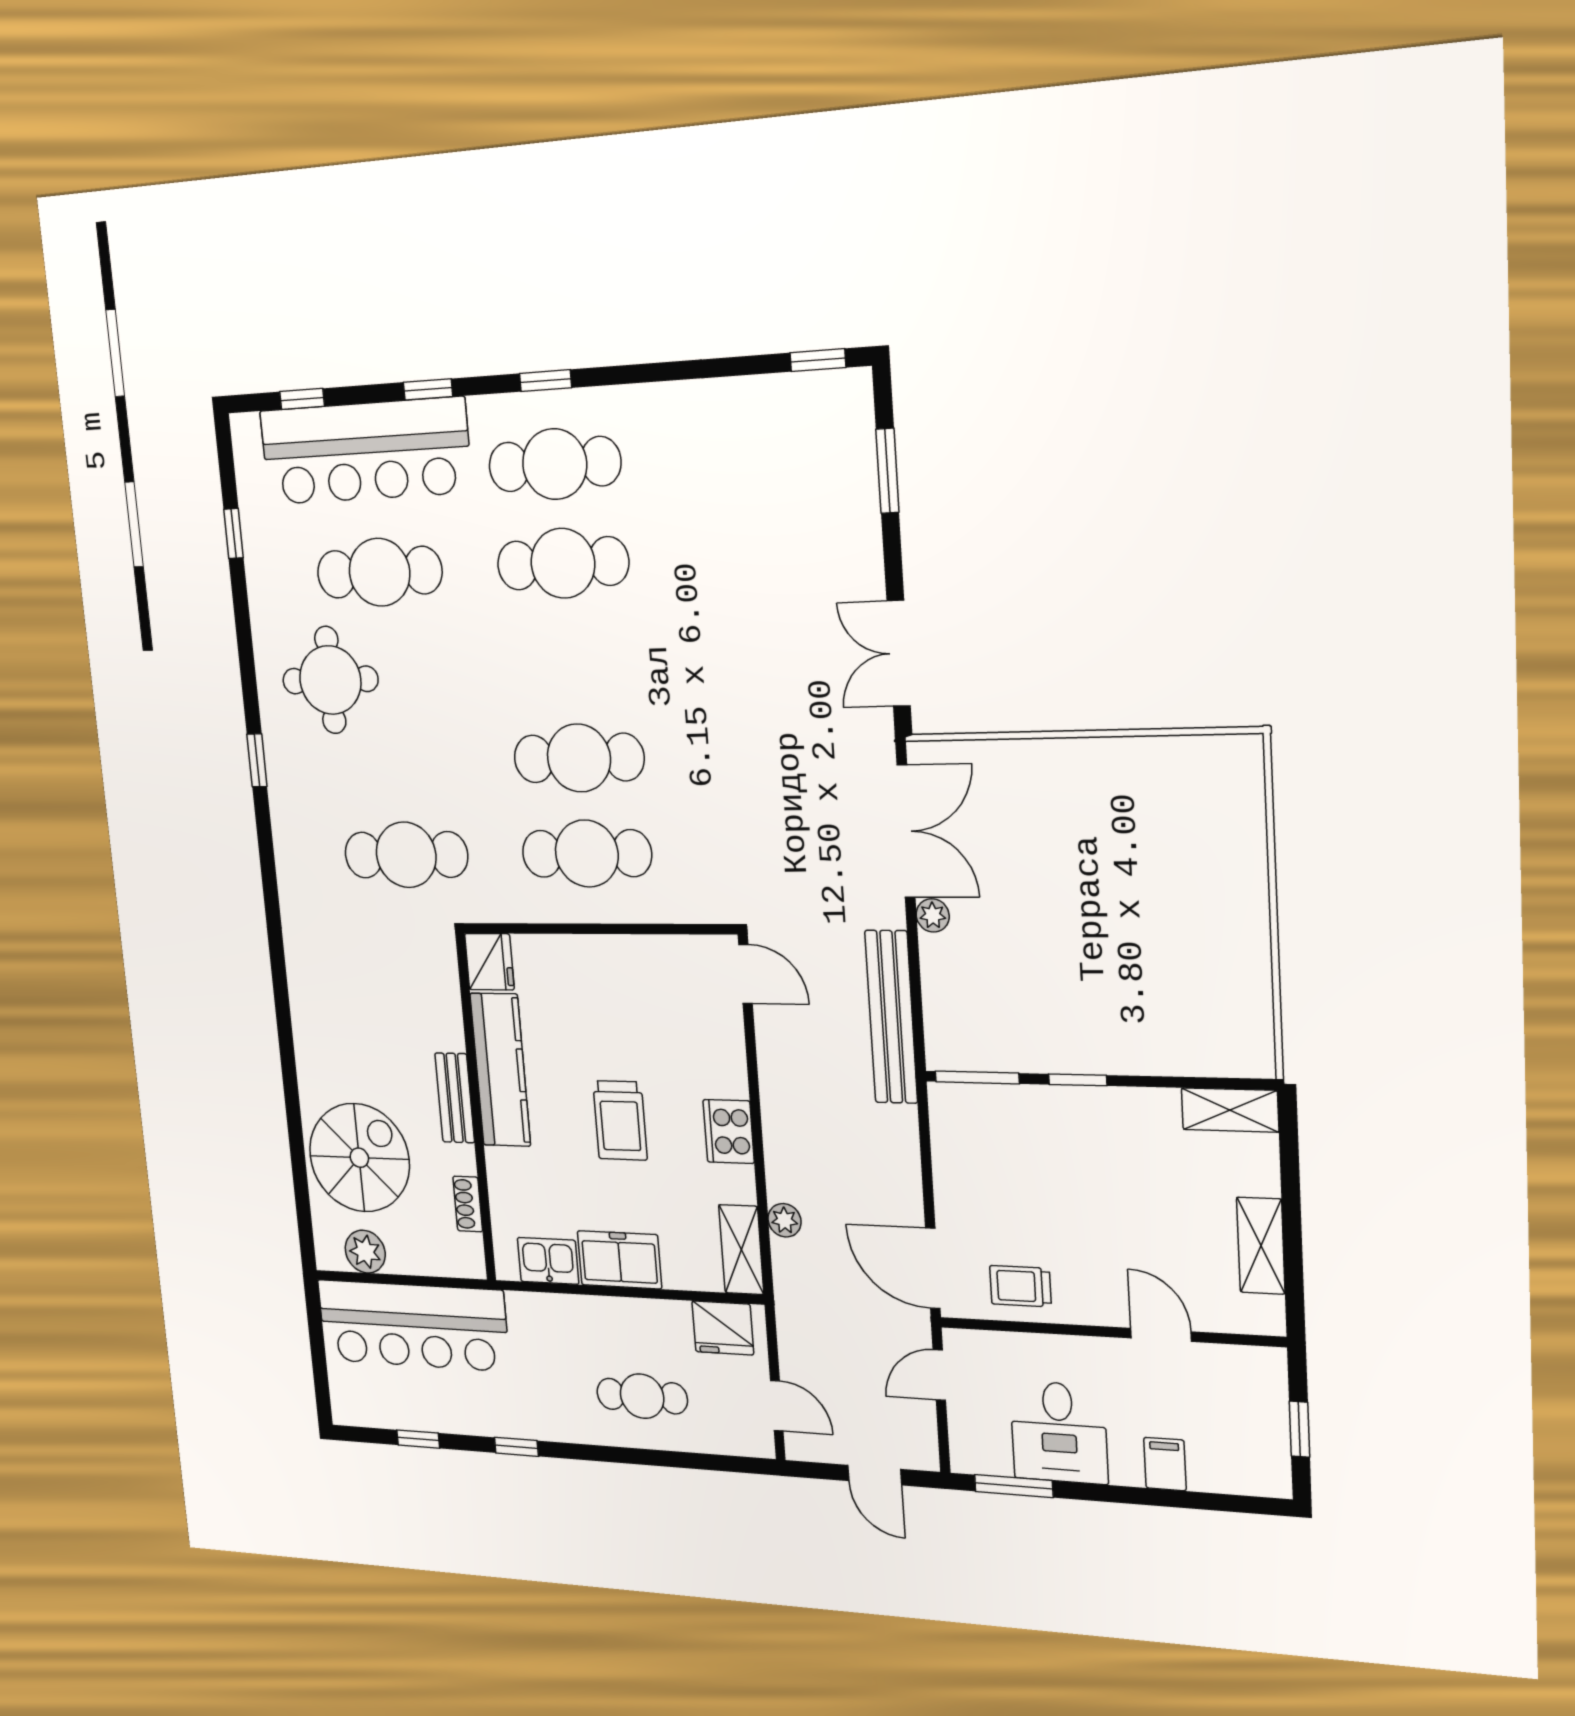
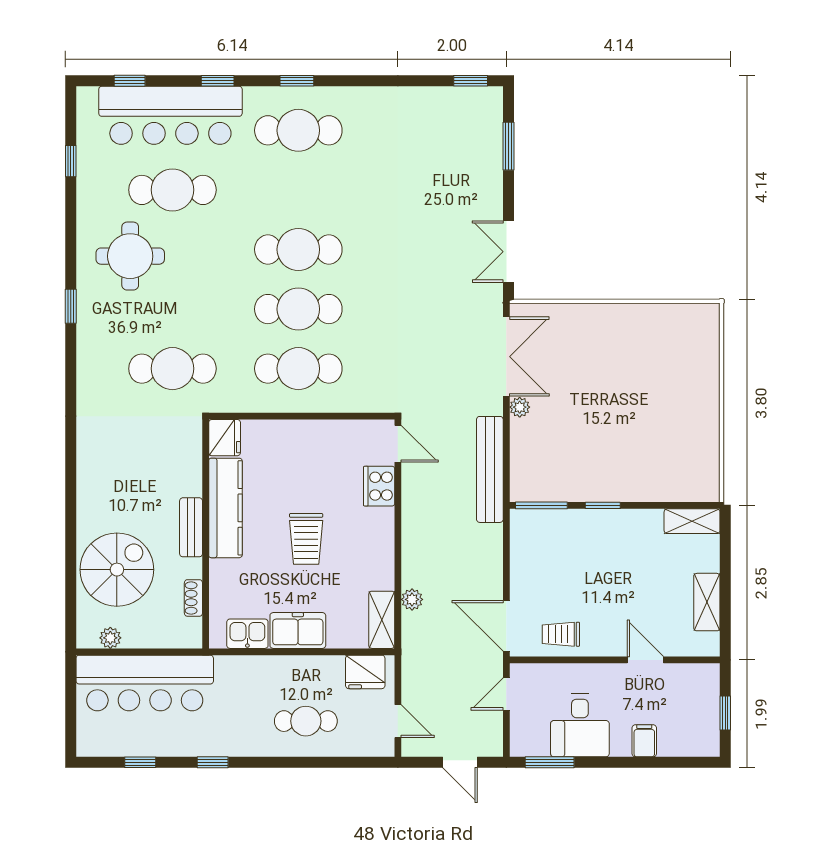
cafe table: (563, 563) -> (298, 249), moved
cooker: (729, 1132) -> (379, 486), moved
plant: (365, 1252) -> (110, 638), width x0.73, depth x0.73

